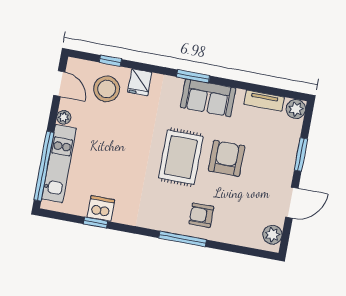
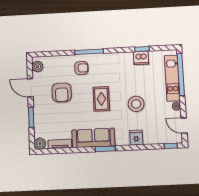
window: (110, 61) -> (171, 146), moved
stool: (107, 89) -> (136, 104), moved
sofa: (208, 98) -> (93, 138), width x1.36
rug: (181, 157) -> (101, 99), width x0.73, depth x0.70
armchair: (227, 158) -> (62, 92), moved
door: (292, 203) -> (30, 88), hinge flipped

